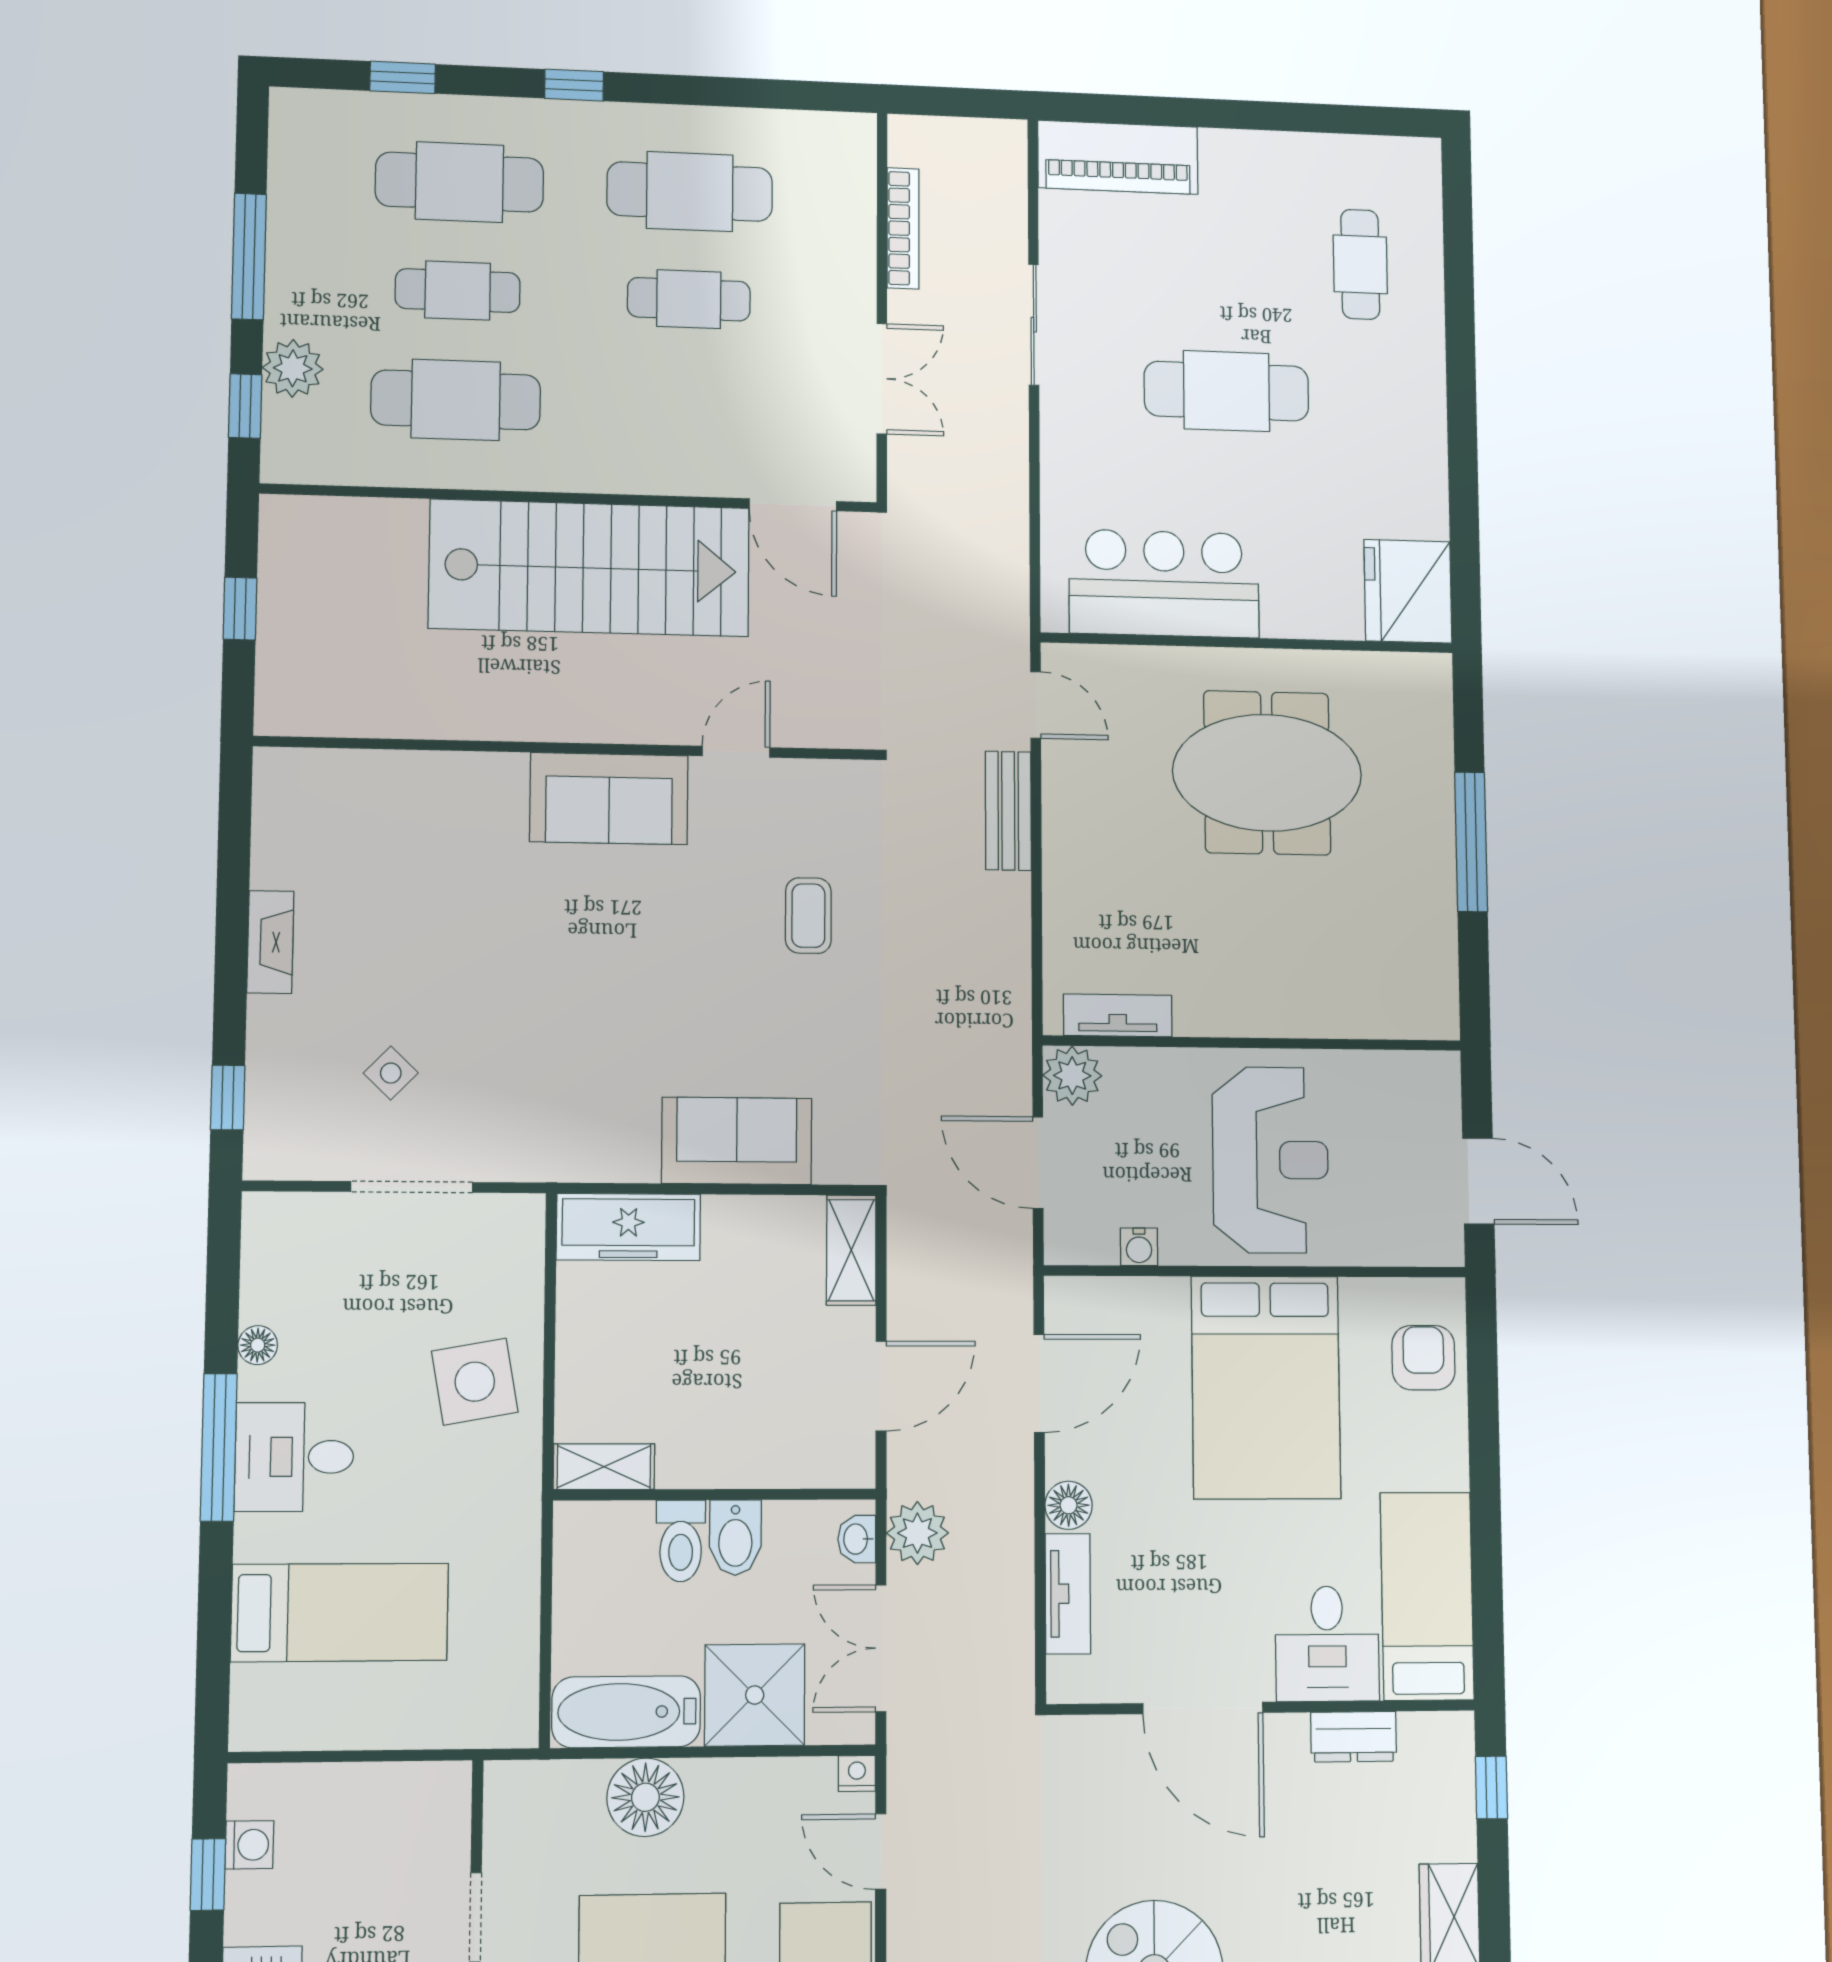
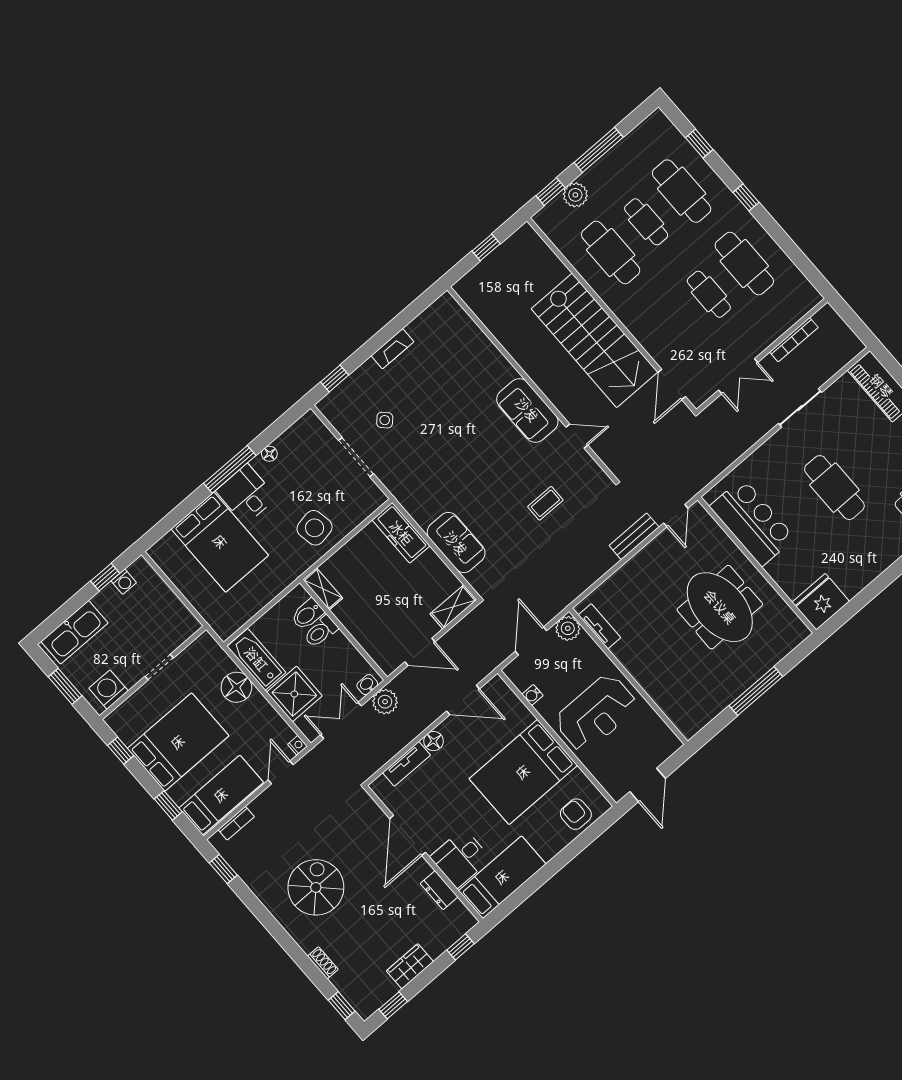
armchair: (1423, 1358) -> (576, 814), turned -90
bidet: (735, 1538) -> (307, 614), moved
bed: (340, 1612) -> (220, 542), width x1.50

